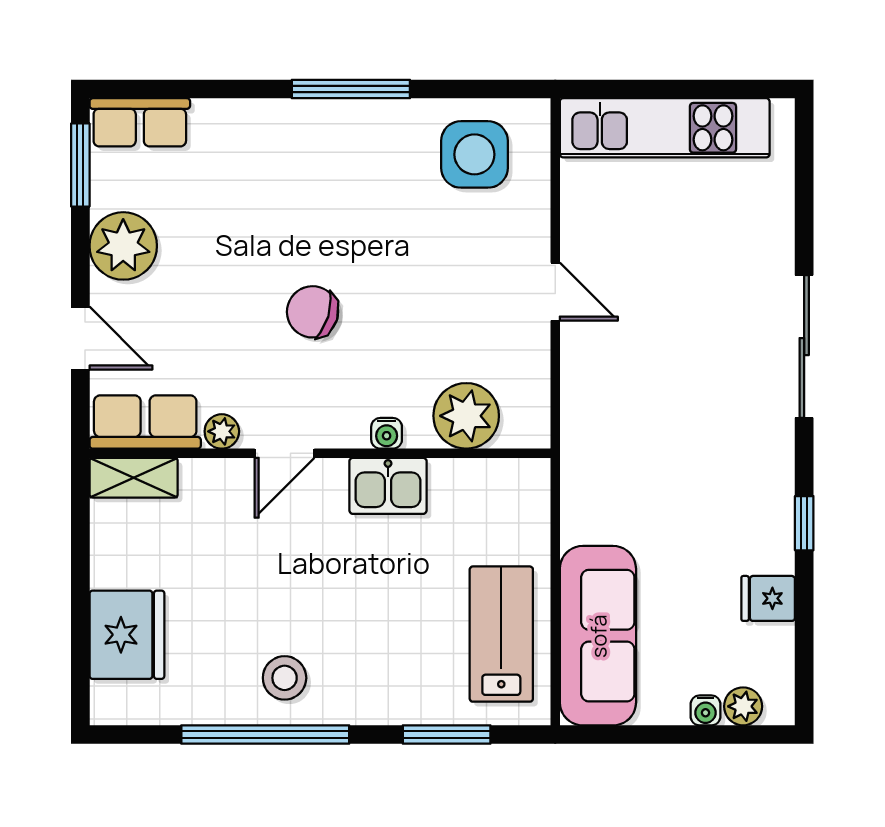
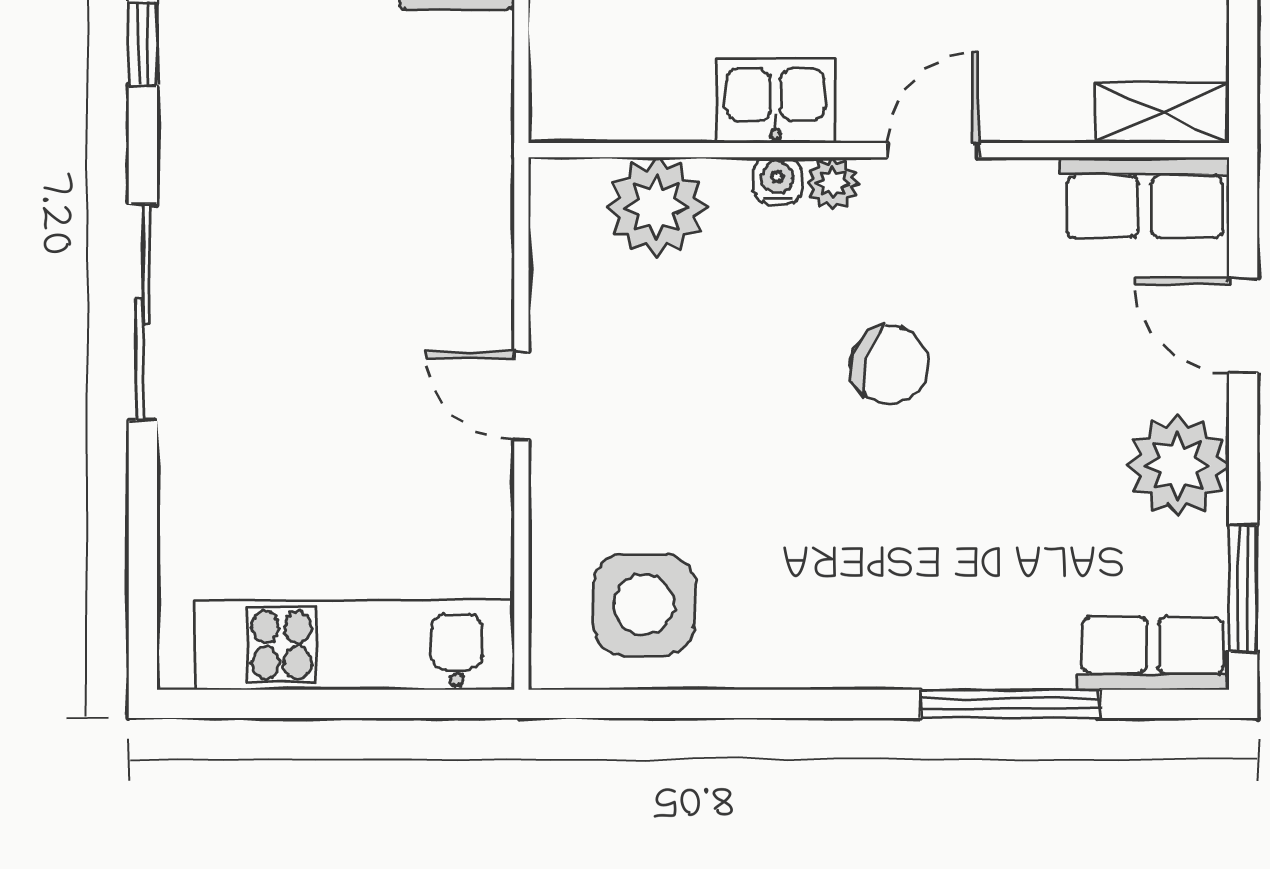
window: (351, 89) -> (1010, 704), moved
plant: (222, 431) -> (833, 183), moved

